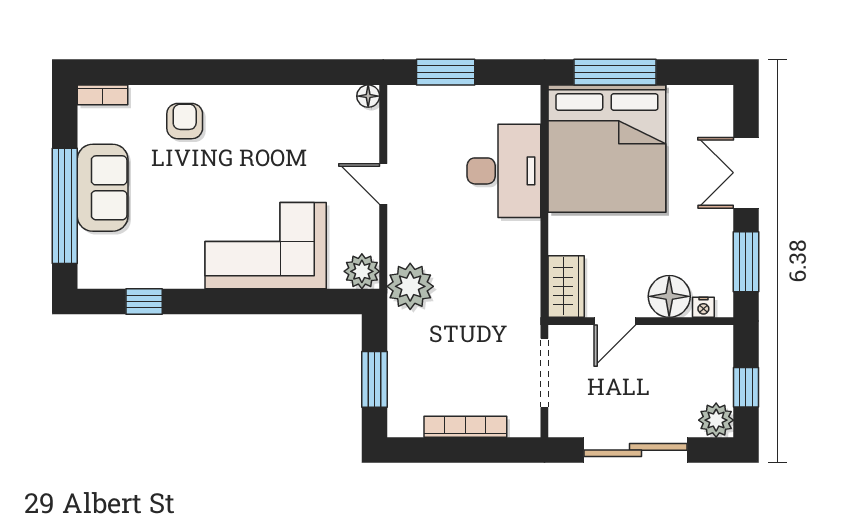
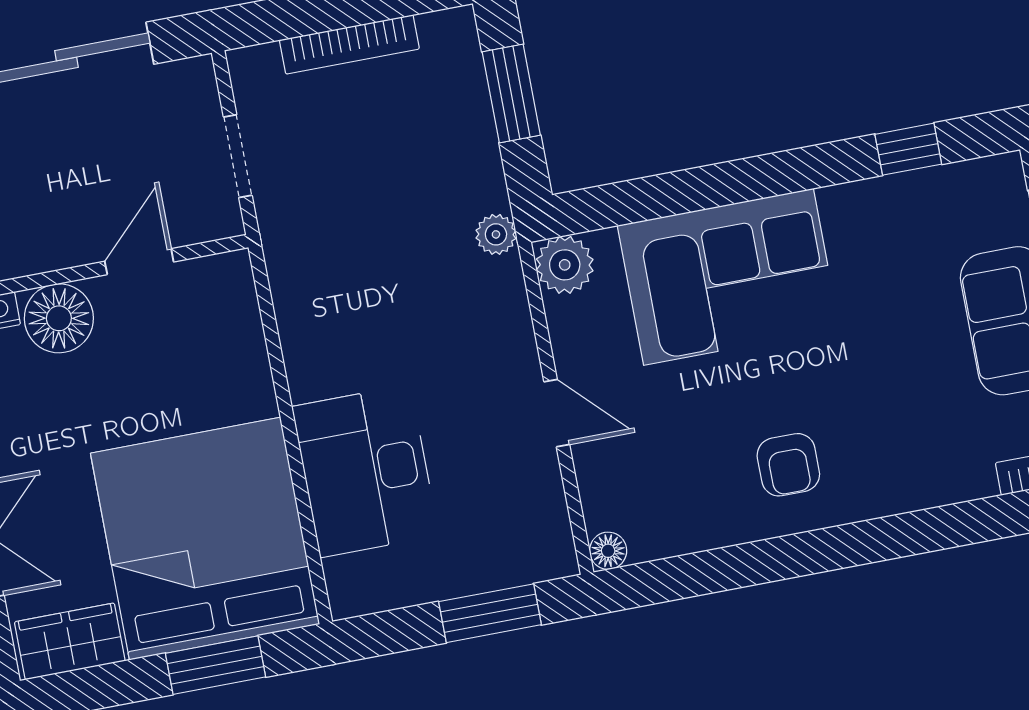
window: (615, 72) -> (215, 665), width x0.69
armchair: (185, 121) -> (788, 465), moved
plant: (410, 286) -> (496, 234), width x0.53, depth x0.53
wardrobe: (566, 286) -> (70, 641), moved, turned 90
doorway: (544, 373) -> (238, 156), width x0.73

